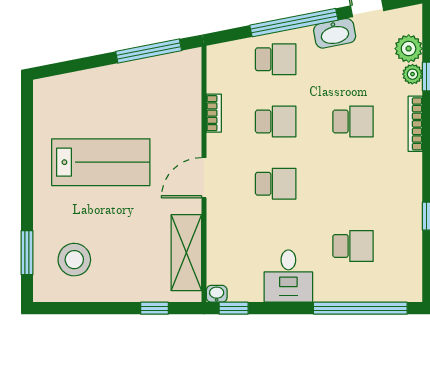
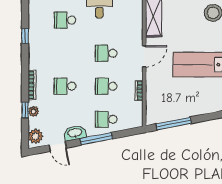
window: (294, 23) -> (96, 139), width x0.68
plant: (409, 49) -> (36, 136), moved

